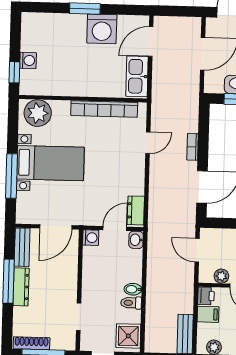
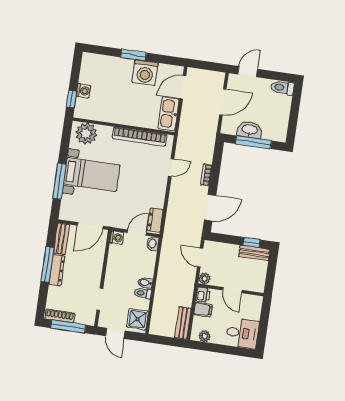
plant: (221, 276) -> (205, 279), moved

